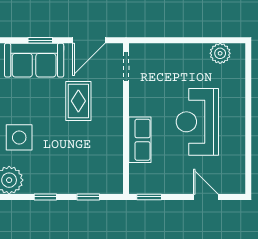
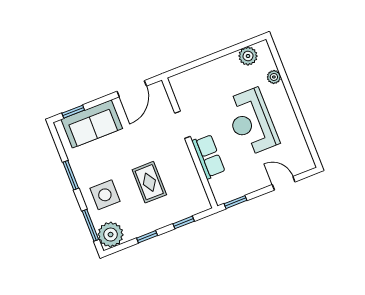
window: (40, 40) -> (73, 112), moved
doorway: (126, 67) -> (182, 125), moved
plant: (238, 85) -> (274, 77), added
rug: (78, 101) -> (149, 182), moved

